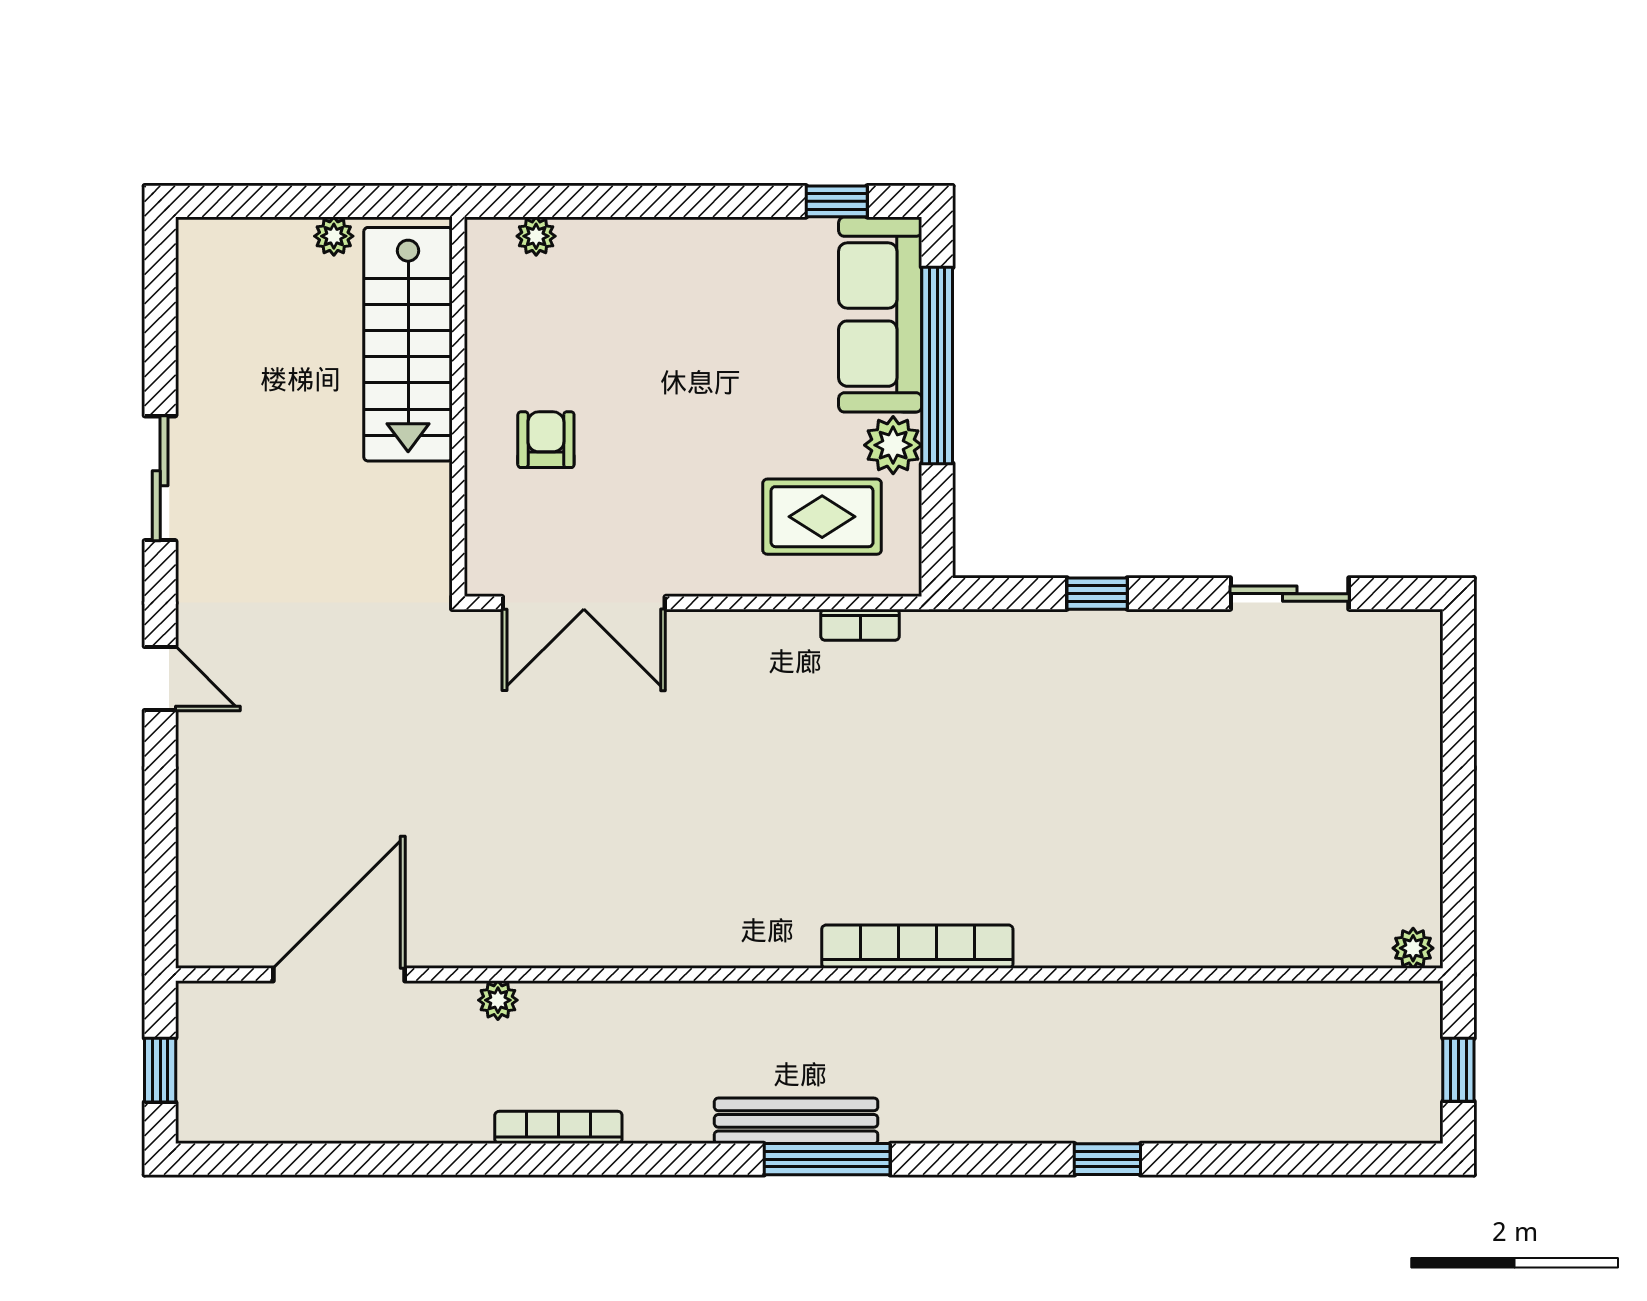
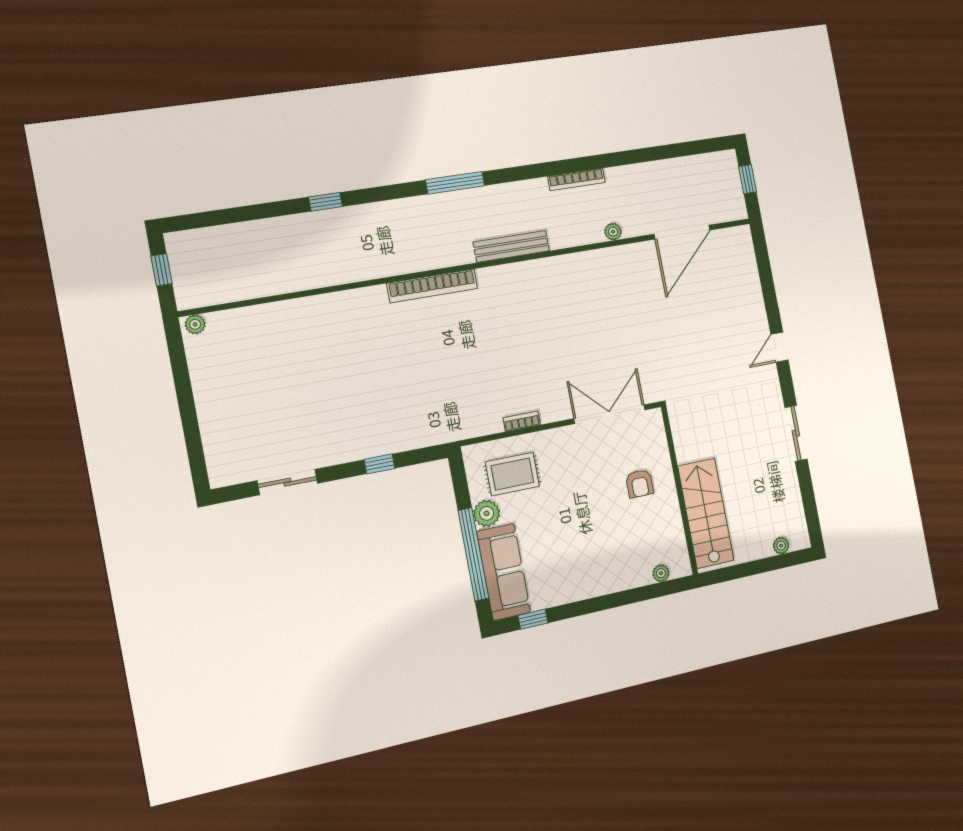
plant: (334, 236) -> (781, 546), moved
bookcase: (860, 625) -> (522, 421), moved
door: (160, 679) -> (779, 347), hinge flipped
bench: (796, 1121) -> (511, 246), moved

